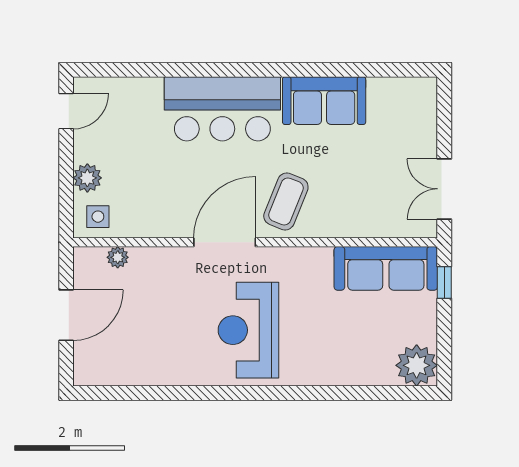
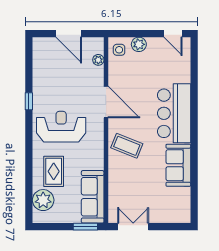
door: (225, 242) -> (106, 102), moved
window: (444, 283) -> (85, 227), width x1.50
rug: (336, 345) -> (54, 171), added
plant: (417, 365) -> (43, 200), moved
window: (199, 393) -> (29, 101), added

